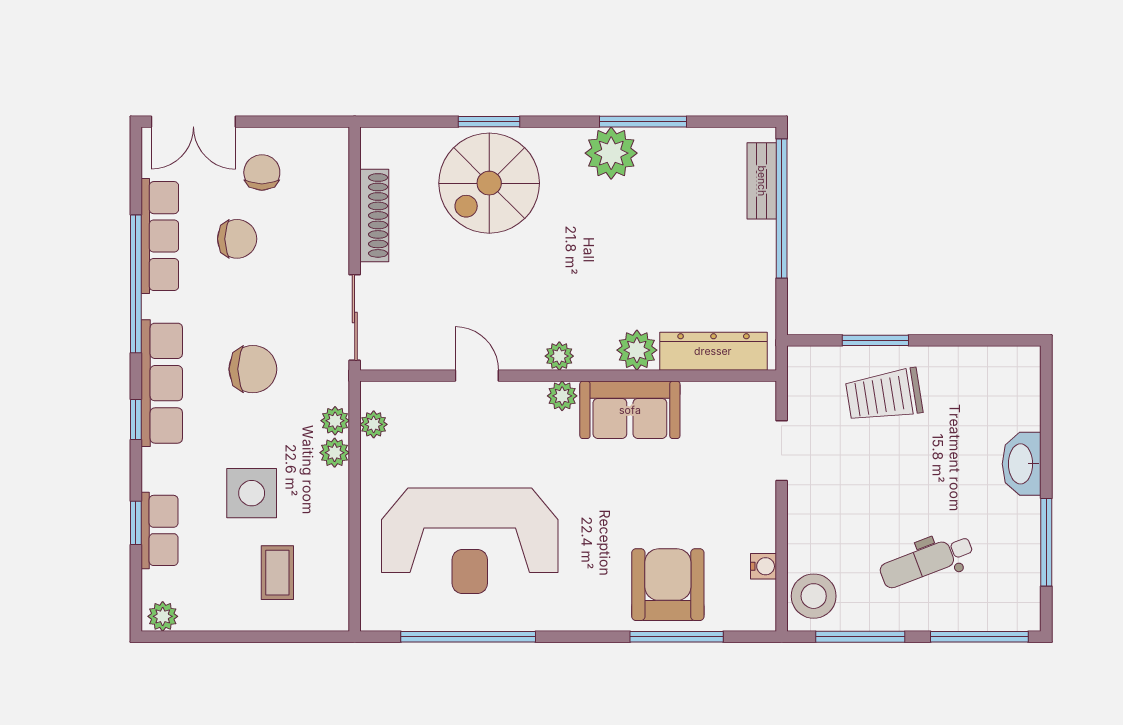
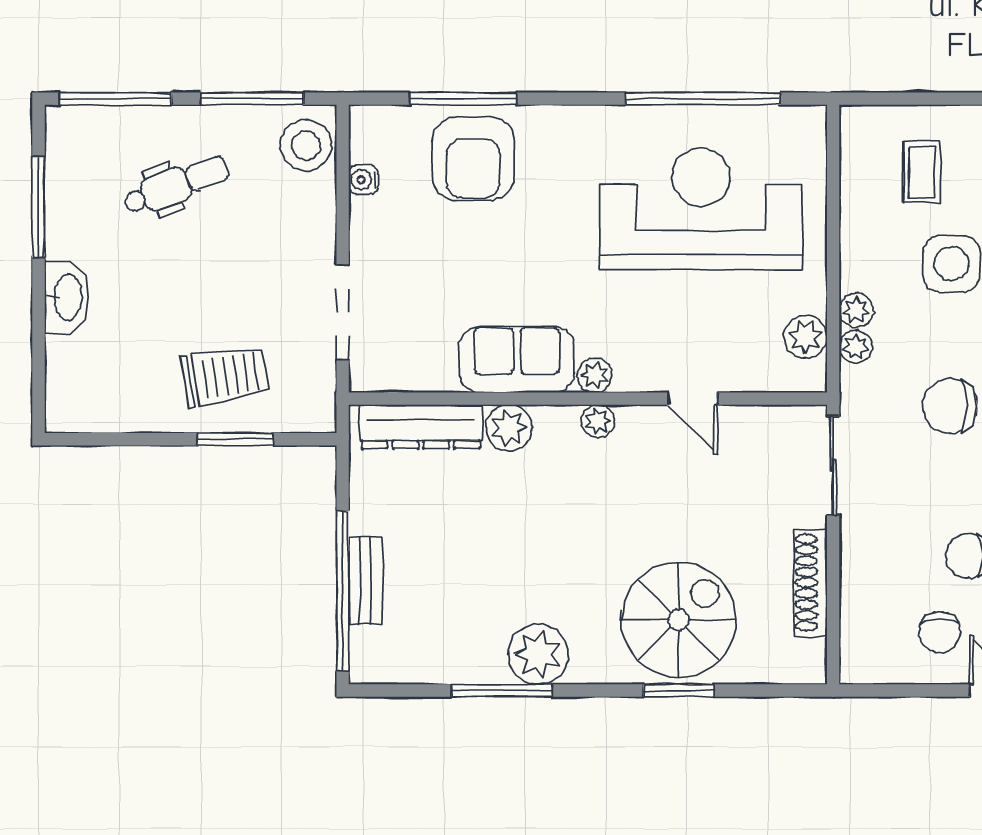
bench: (762, 181) -> (365, 580), moved
plant: (374, 424) -> (805, 337), width x1.38, depth x1.38
doorway: (782, 451) -> (343, 312), width x1.38

